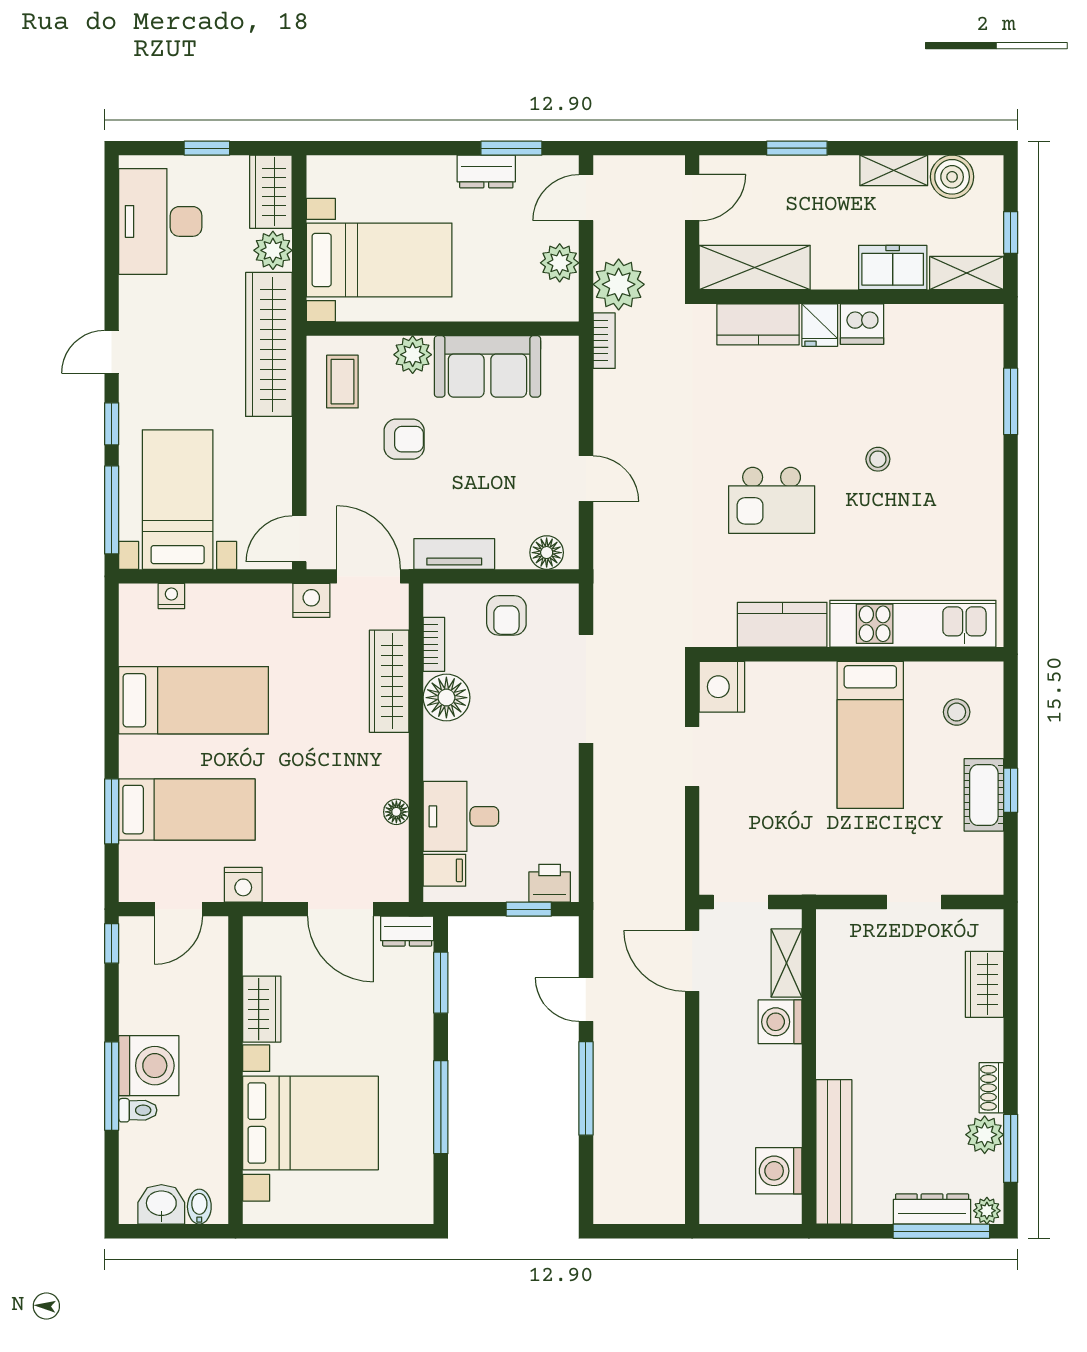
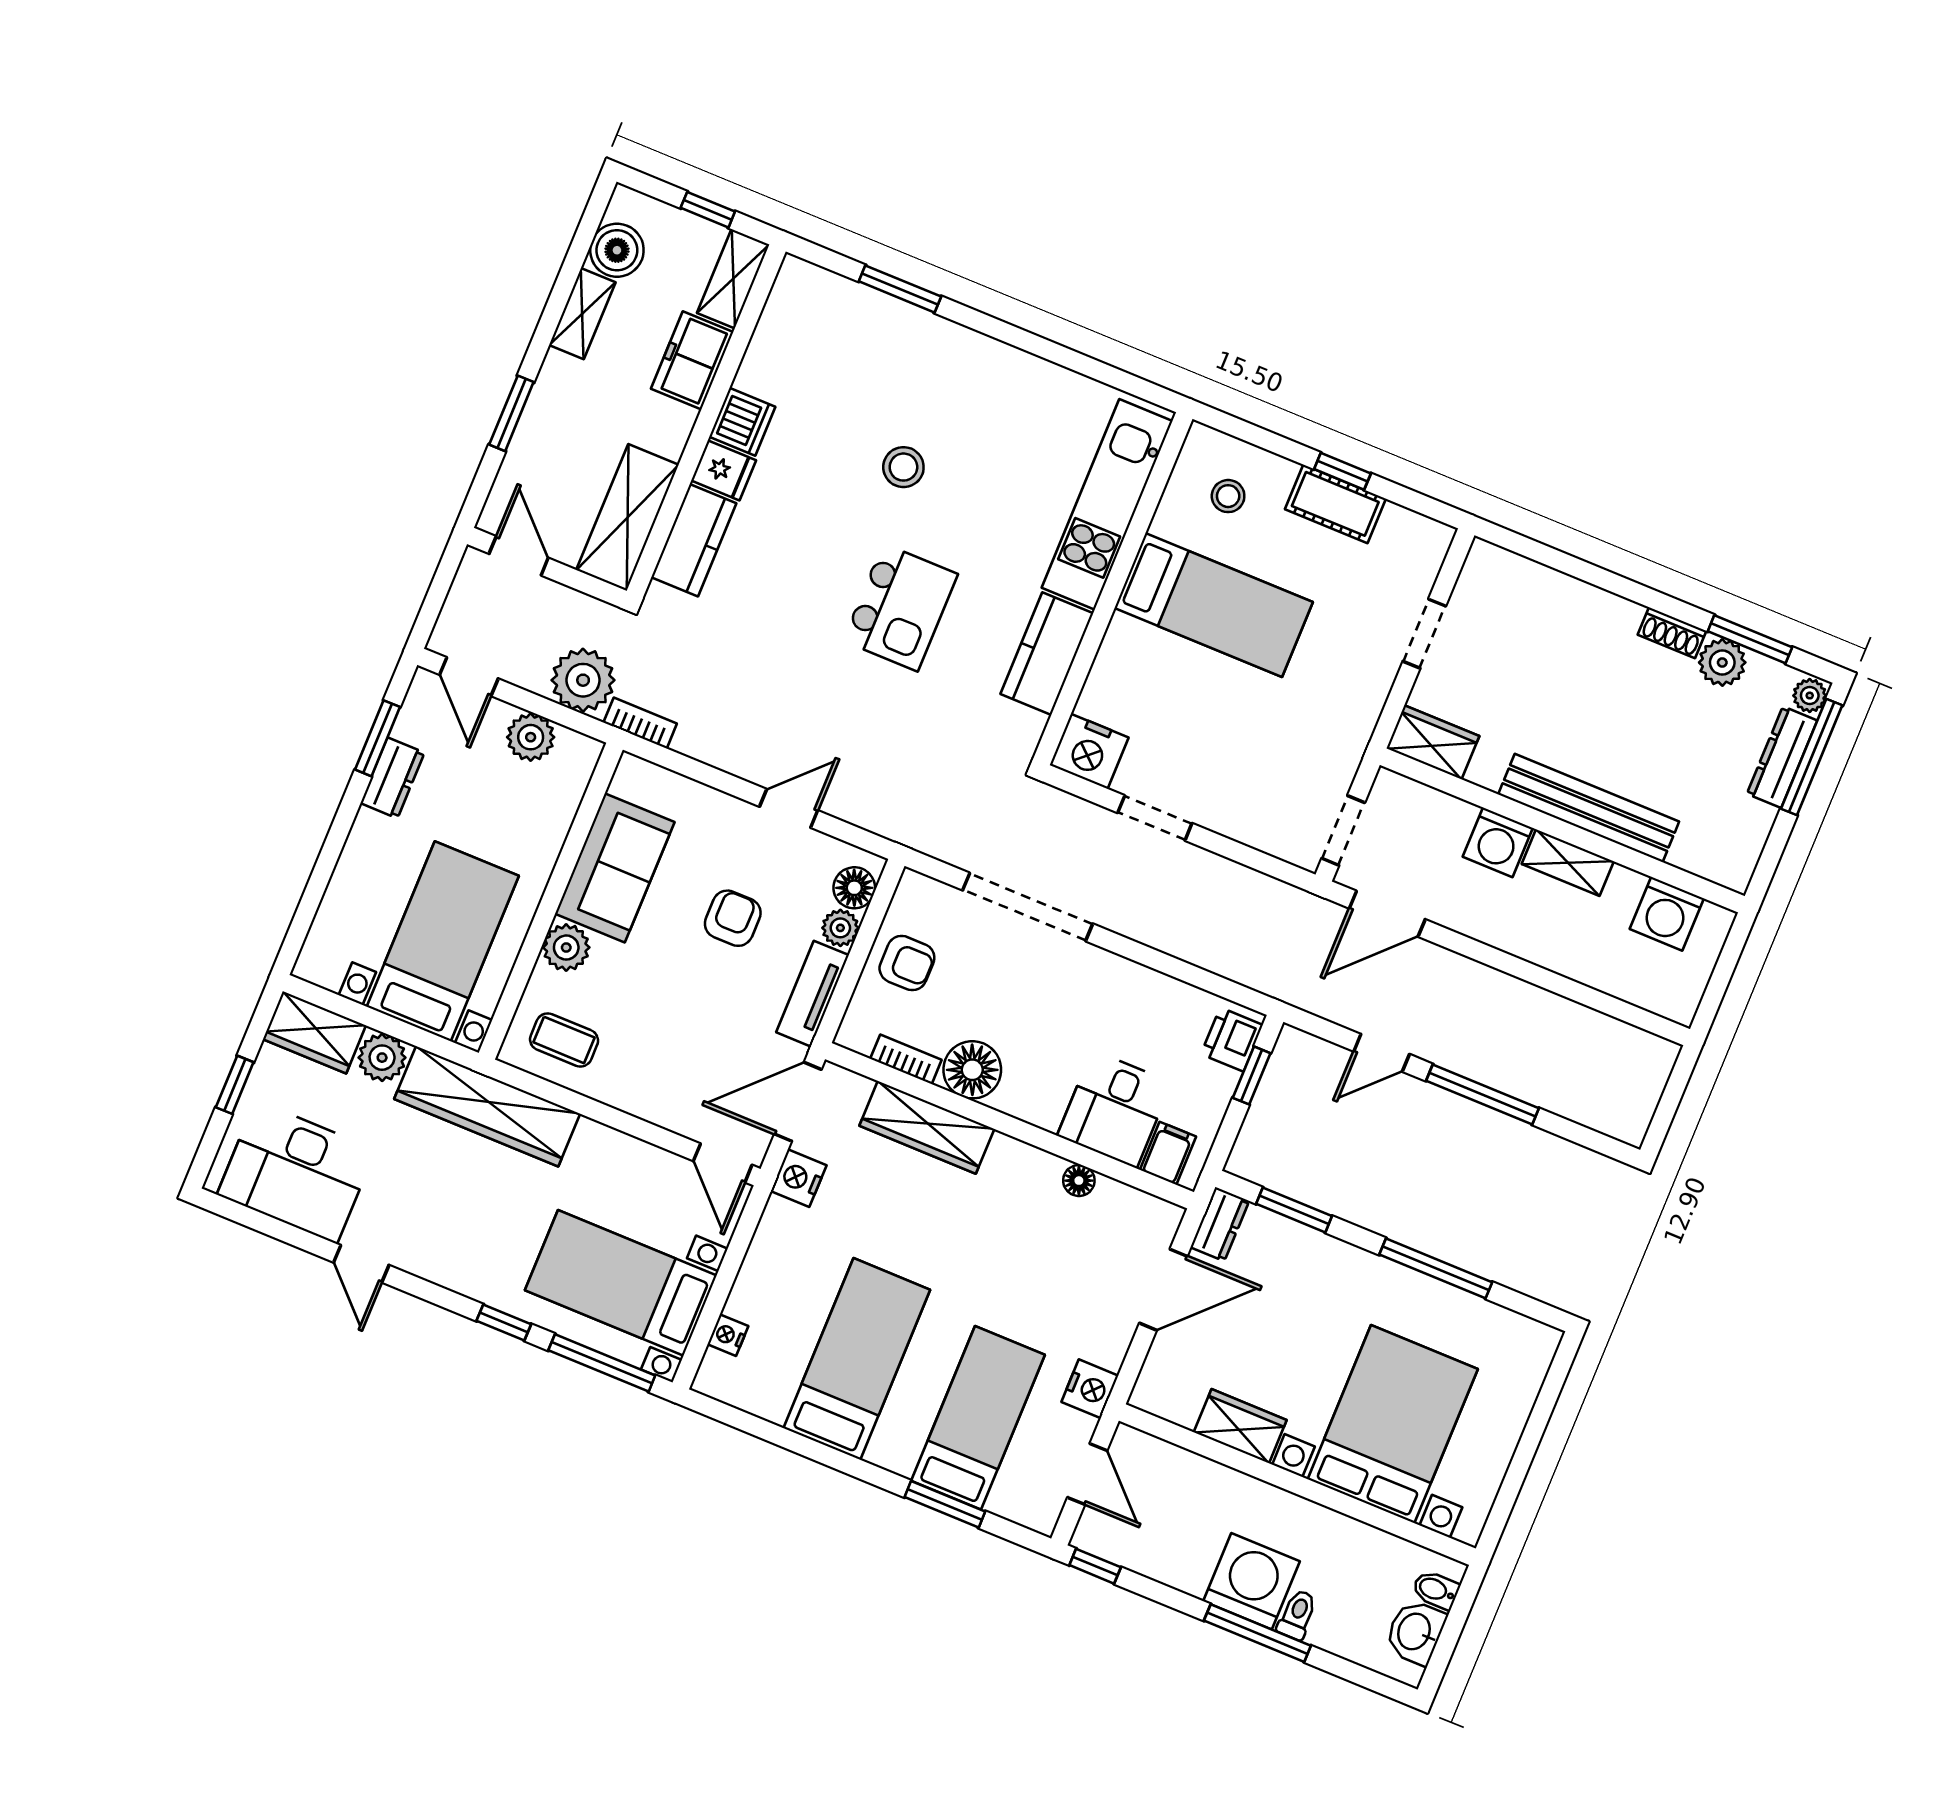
door: (112, 352) -> (361, 1264), moved
armchair: (404, 439) -> (733, 918), moved
stool: (878, 459) -> (903, 467), width x1.37, depth x1.37
plant: (512, 554) -> (840, 928), added
shelving: (786, 963) -> (1568, 863), moved
wardrobe: (984, 984) -> (1433, 742), moved, turned 180
bench: (834, 1152) -> (1589, 808), moved

